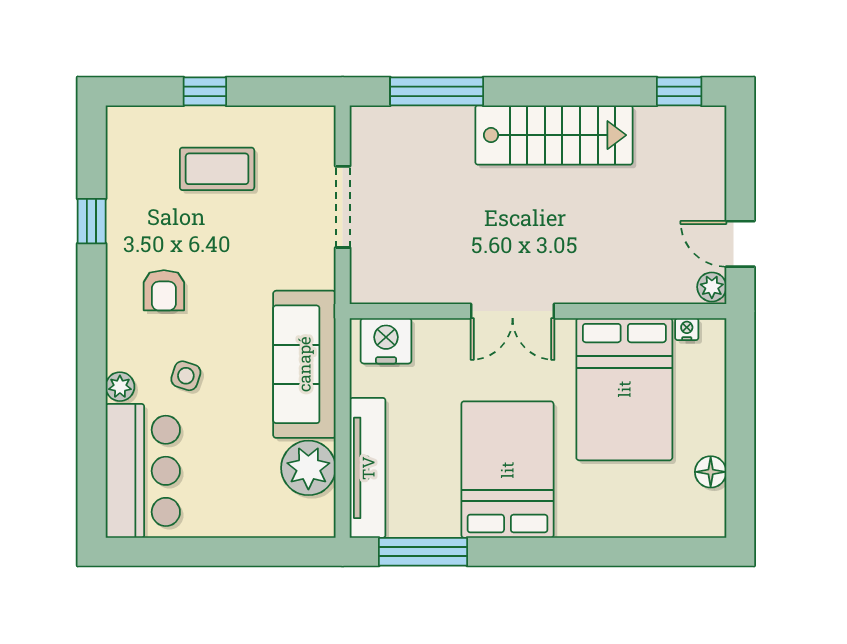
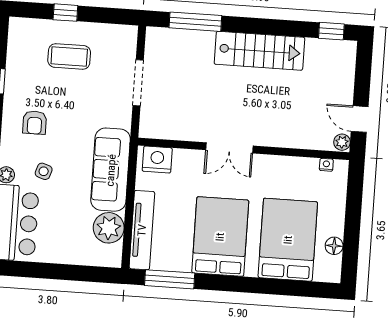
bed: (624, 389) -> (288, 240), moved, turned 180

